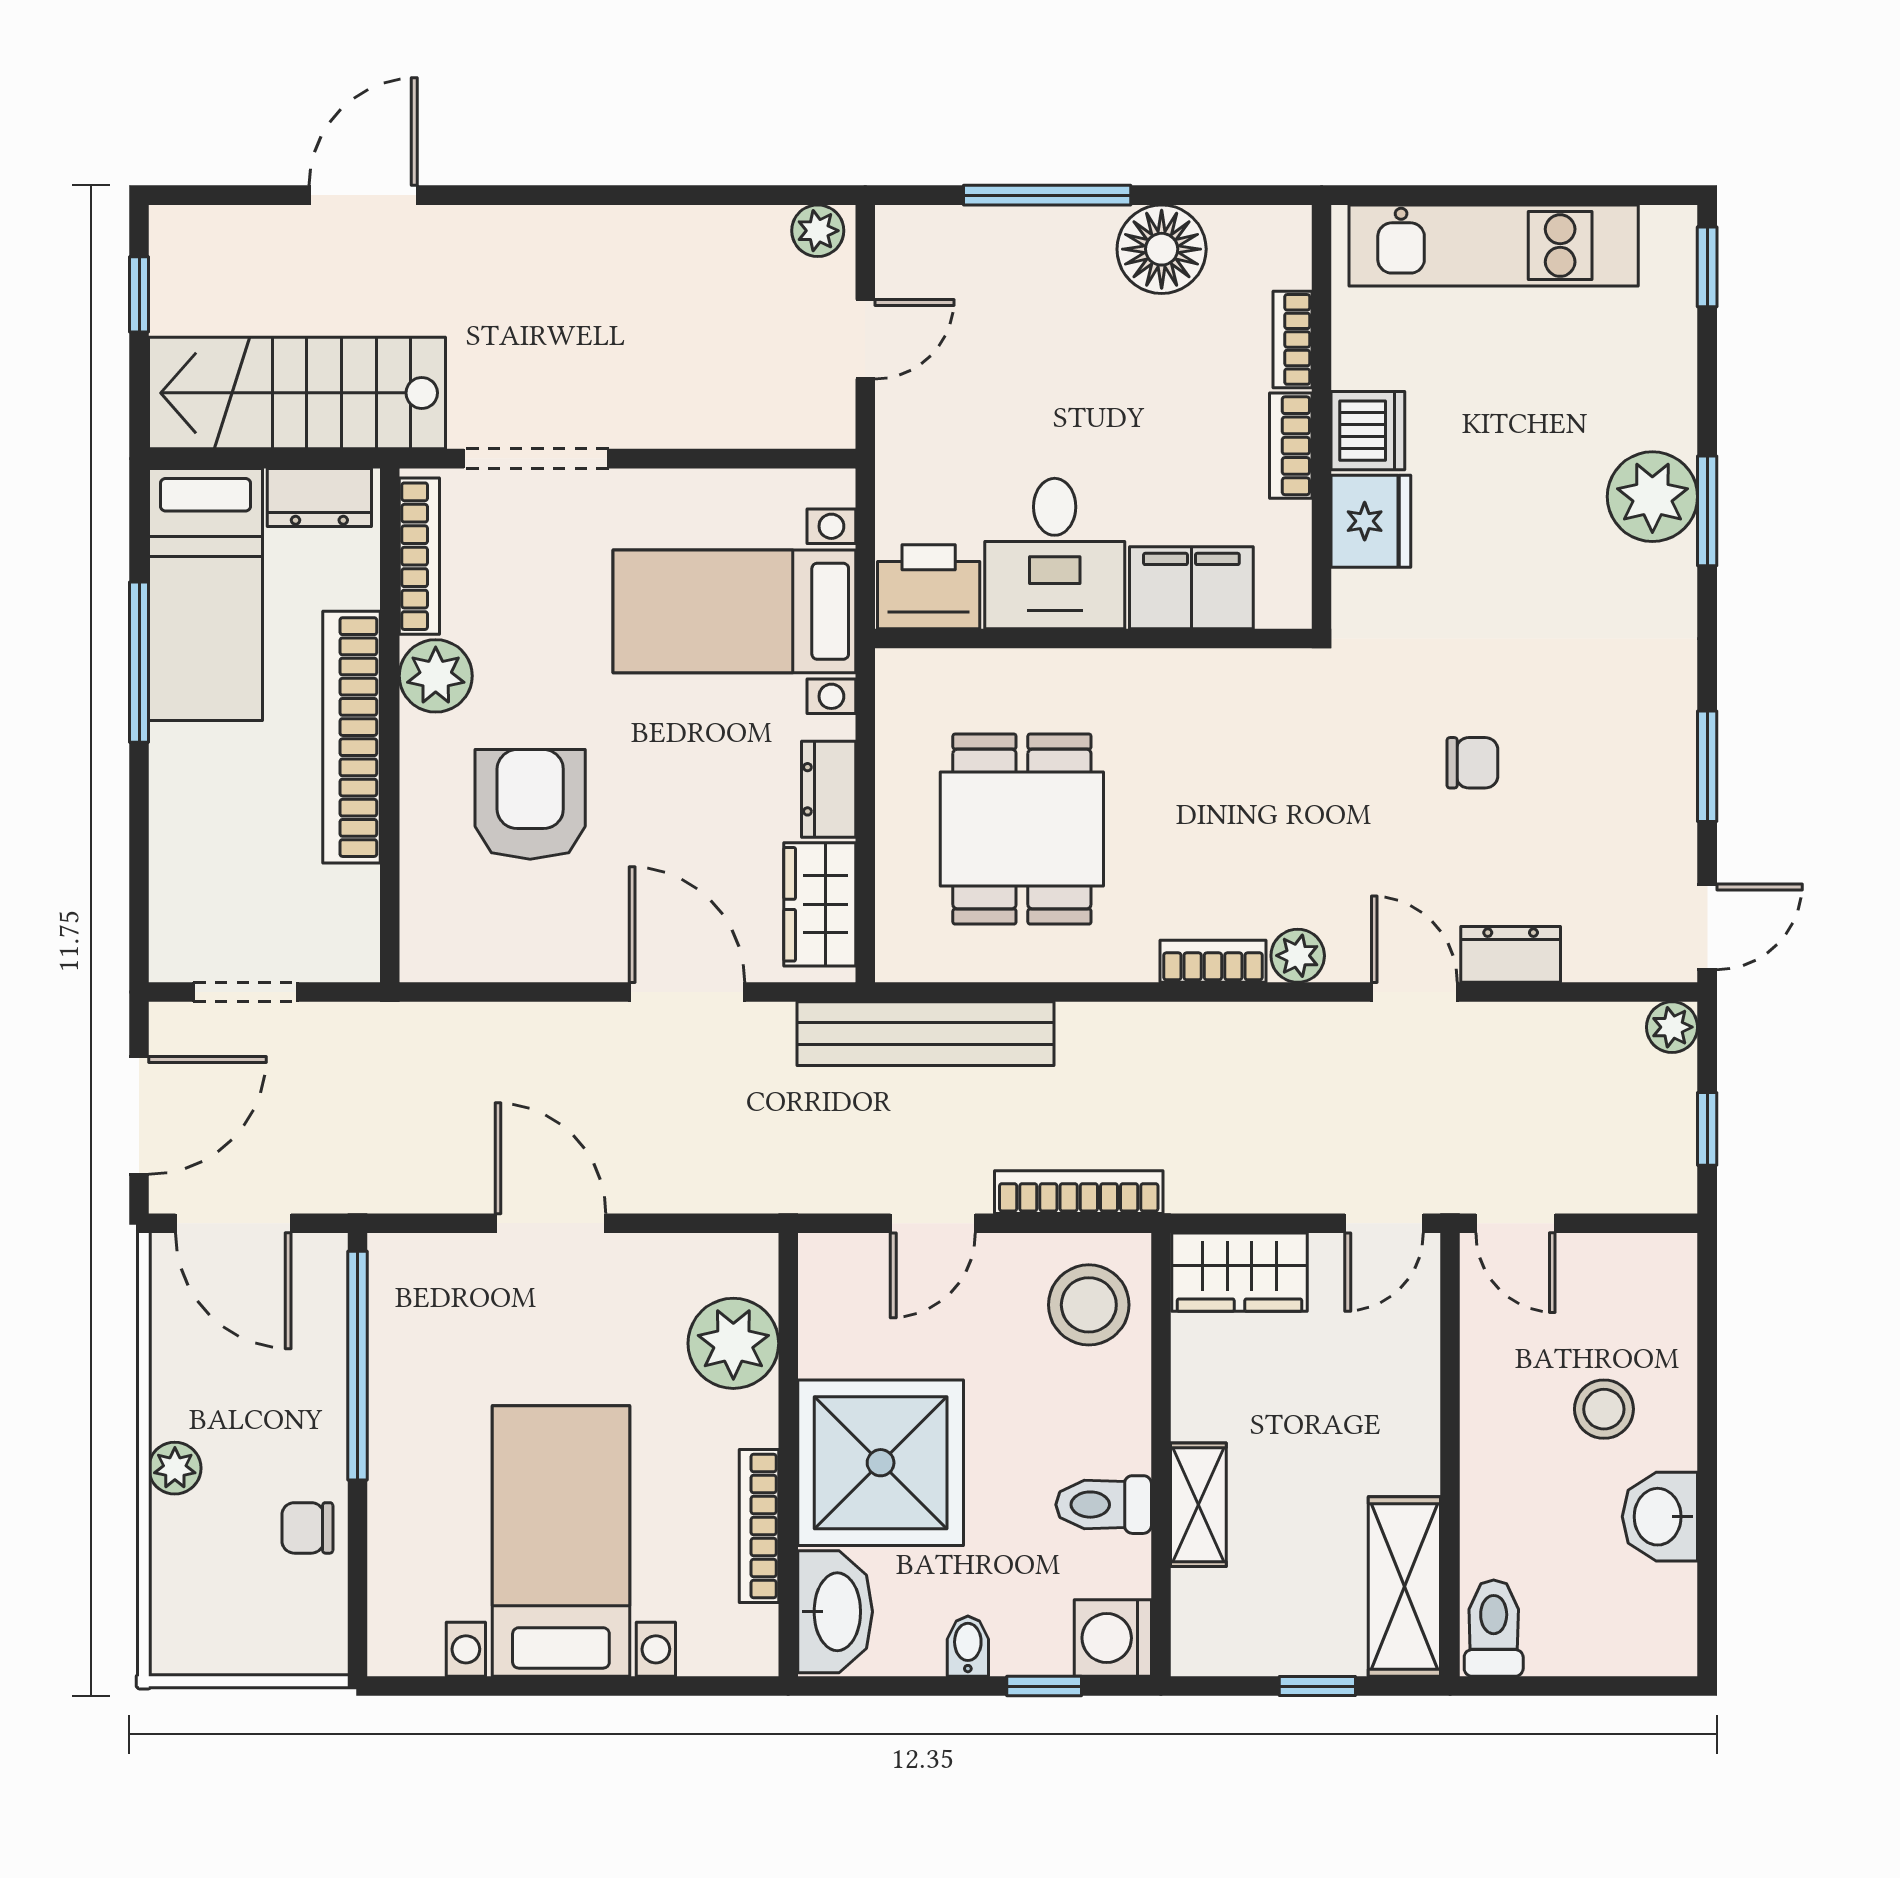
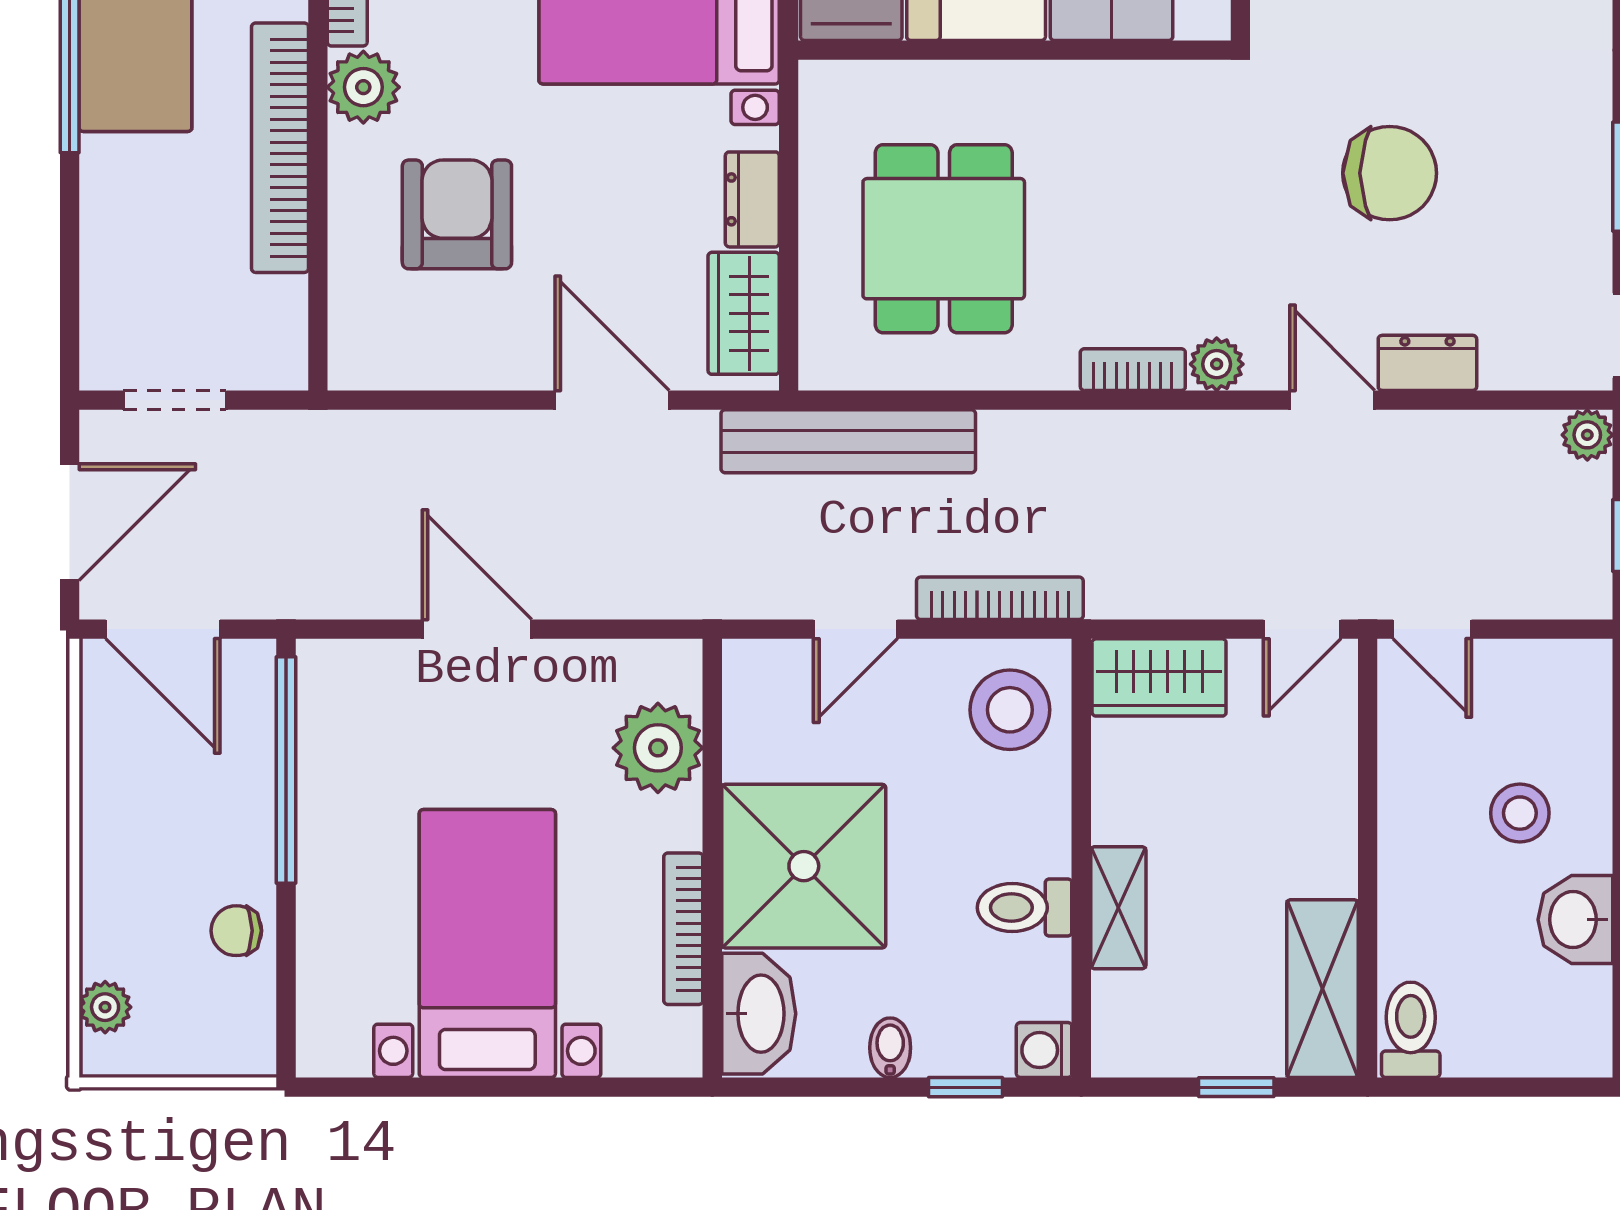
chair: (1472, 763) -> (1390, 173), width x1.87, depth x1.87
plant: (175, 1468) -> (105, 1007), moved
washing machine: (1113, 1638) -> (1044, 1050), width x0.73, depth x0.73

